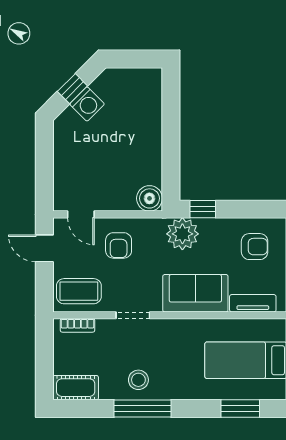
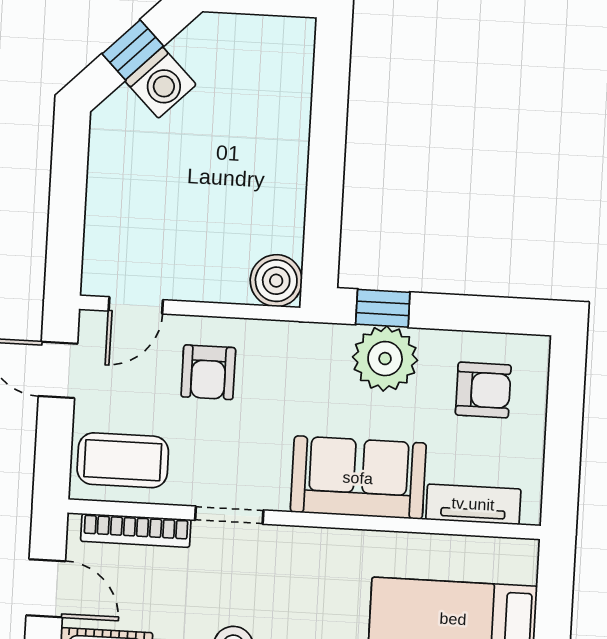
door: (81, 214) -> (136, 305), hinge flipped
plant: (182, 234) -> (385, 359), moved
bookcase: (78, 325) -> (136, 530), width x1.56
door: (44, 356) -> (46, 588), added

